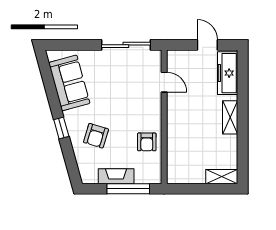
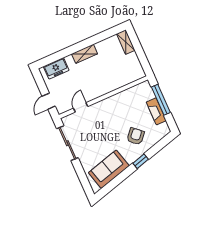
door: (207, 45) -> (49, 101), moved
freezer: (228, 73) -> (56, 68), width x0.71
armchair: (96, 136) -> (136, 136), turned -65
armchair: (147, 142) -> (125, 101), removed

